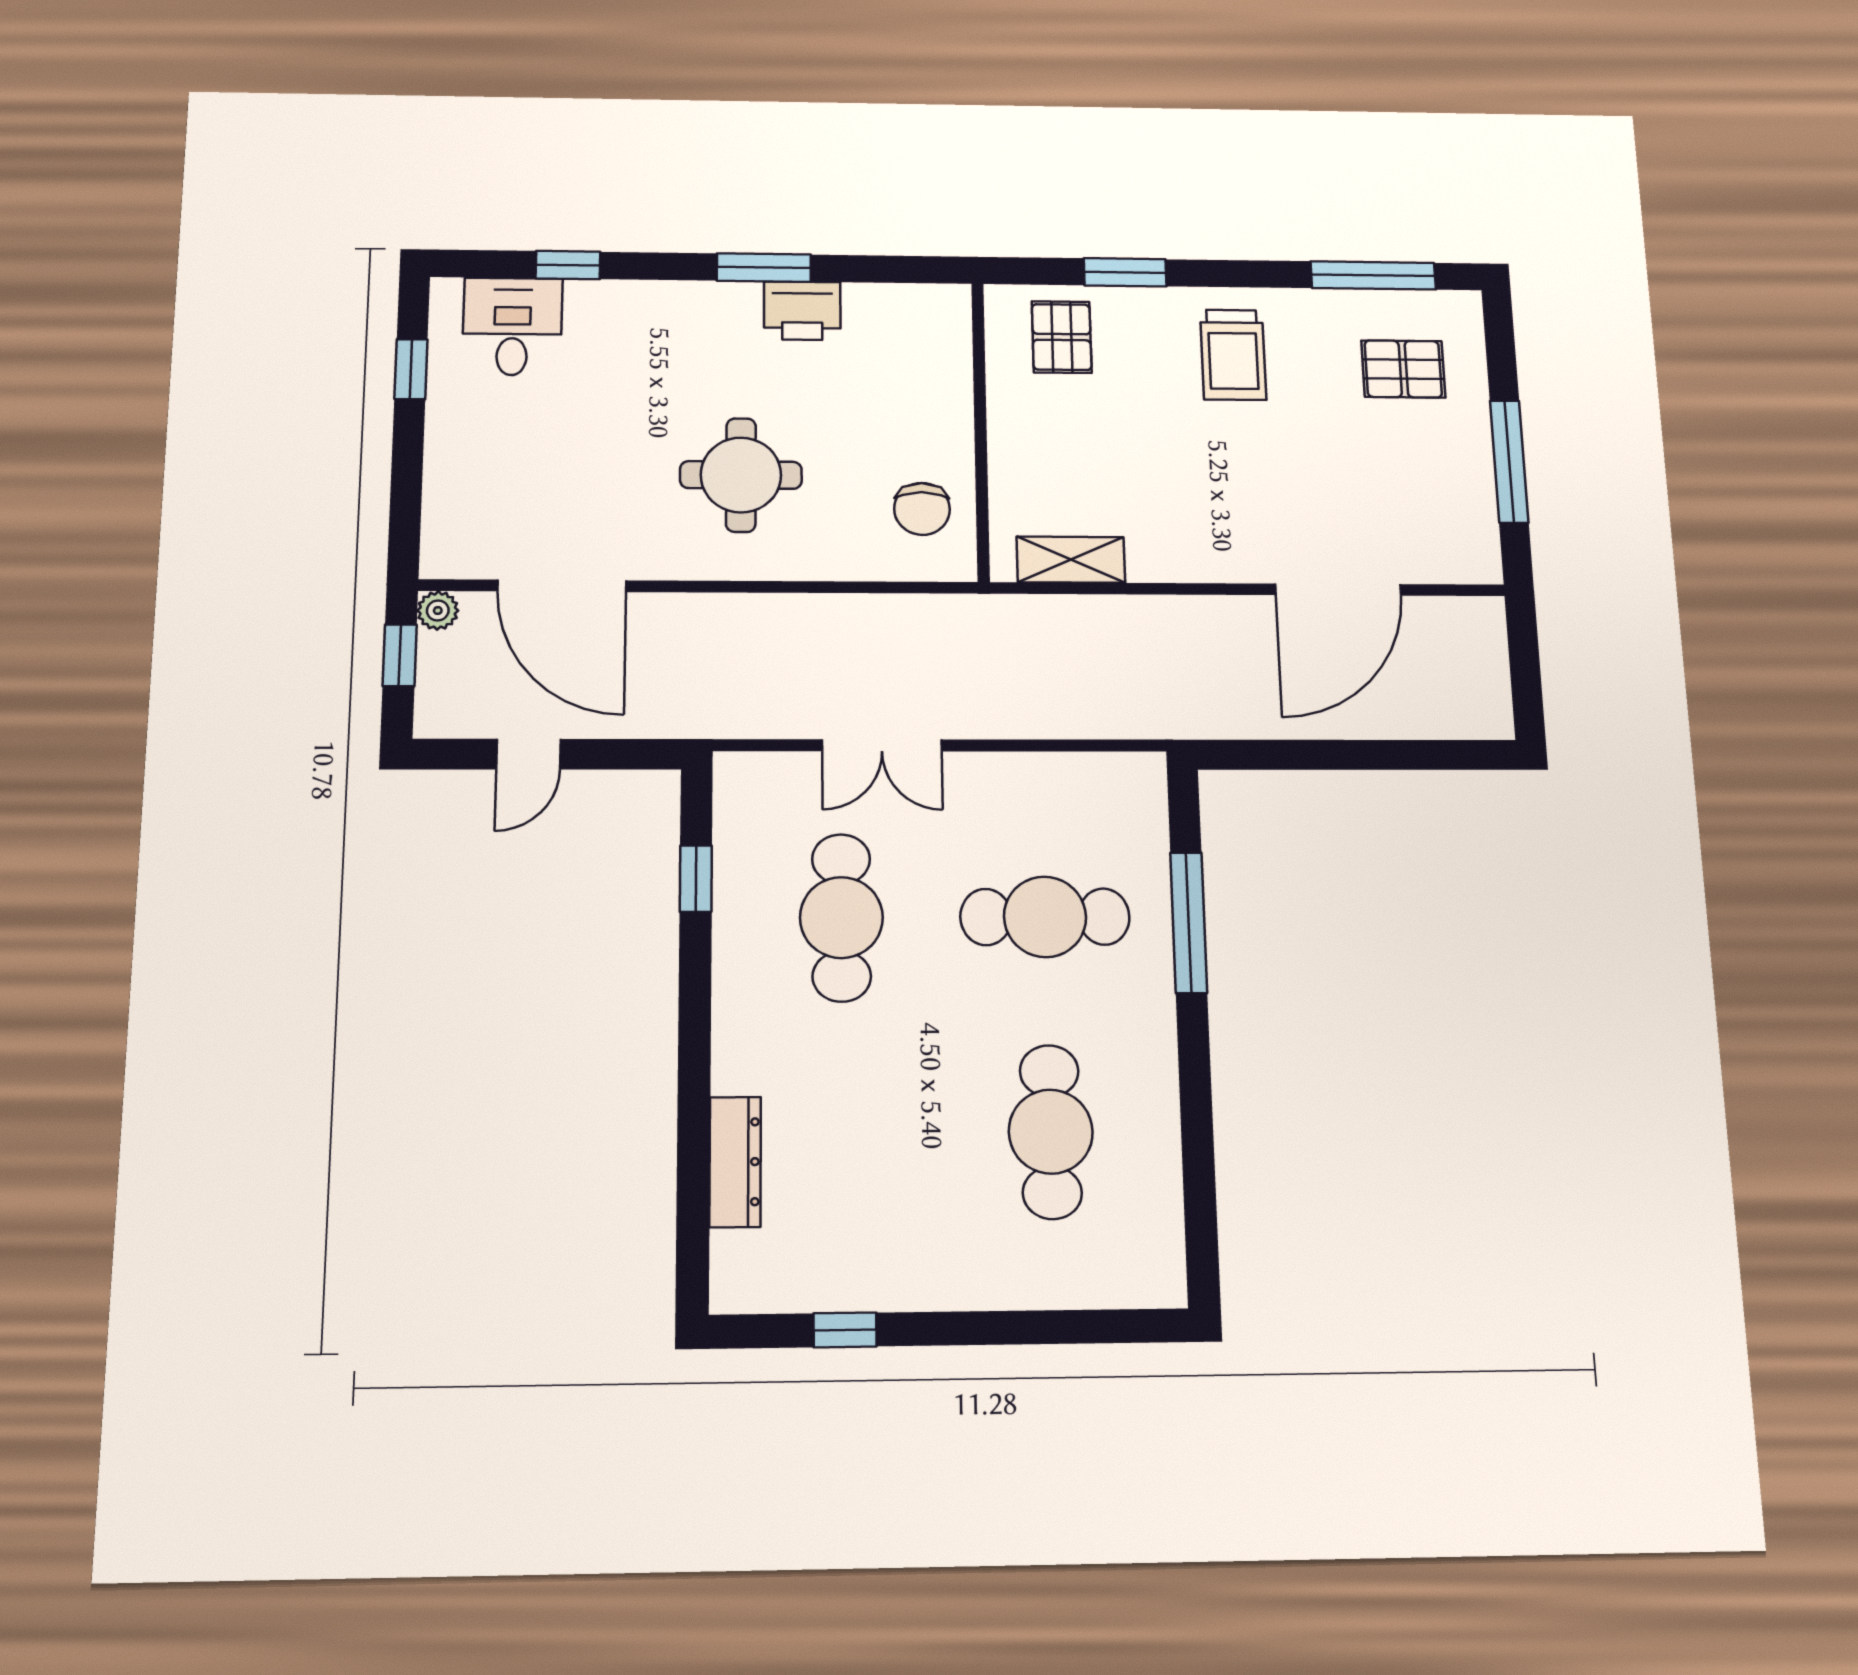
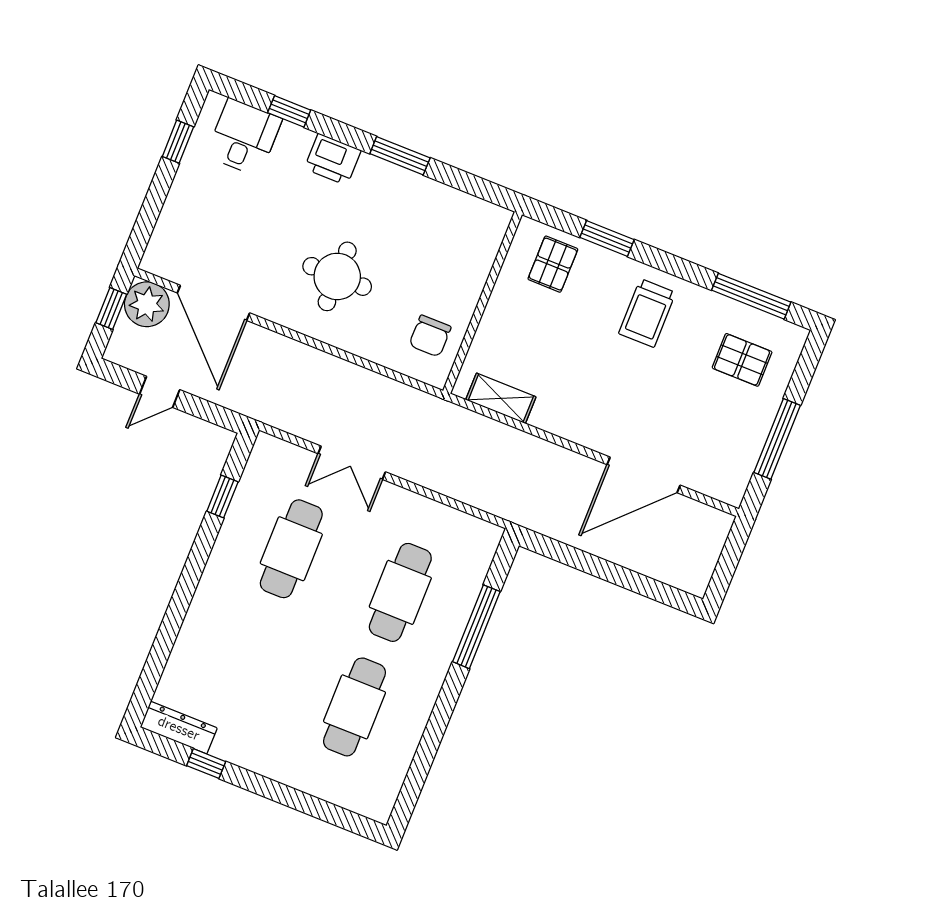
printer: (802, 311) -> (333, 159), moved
plant: (438, 611) -> (147, 304), width x1.87, depth x1.87
cafe table: (1045, 917) -> (400, 592), turned 90
dresser: (735, 1162) -> (179, 728), moved, turned -90

